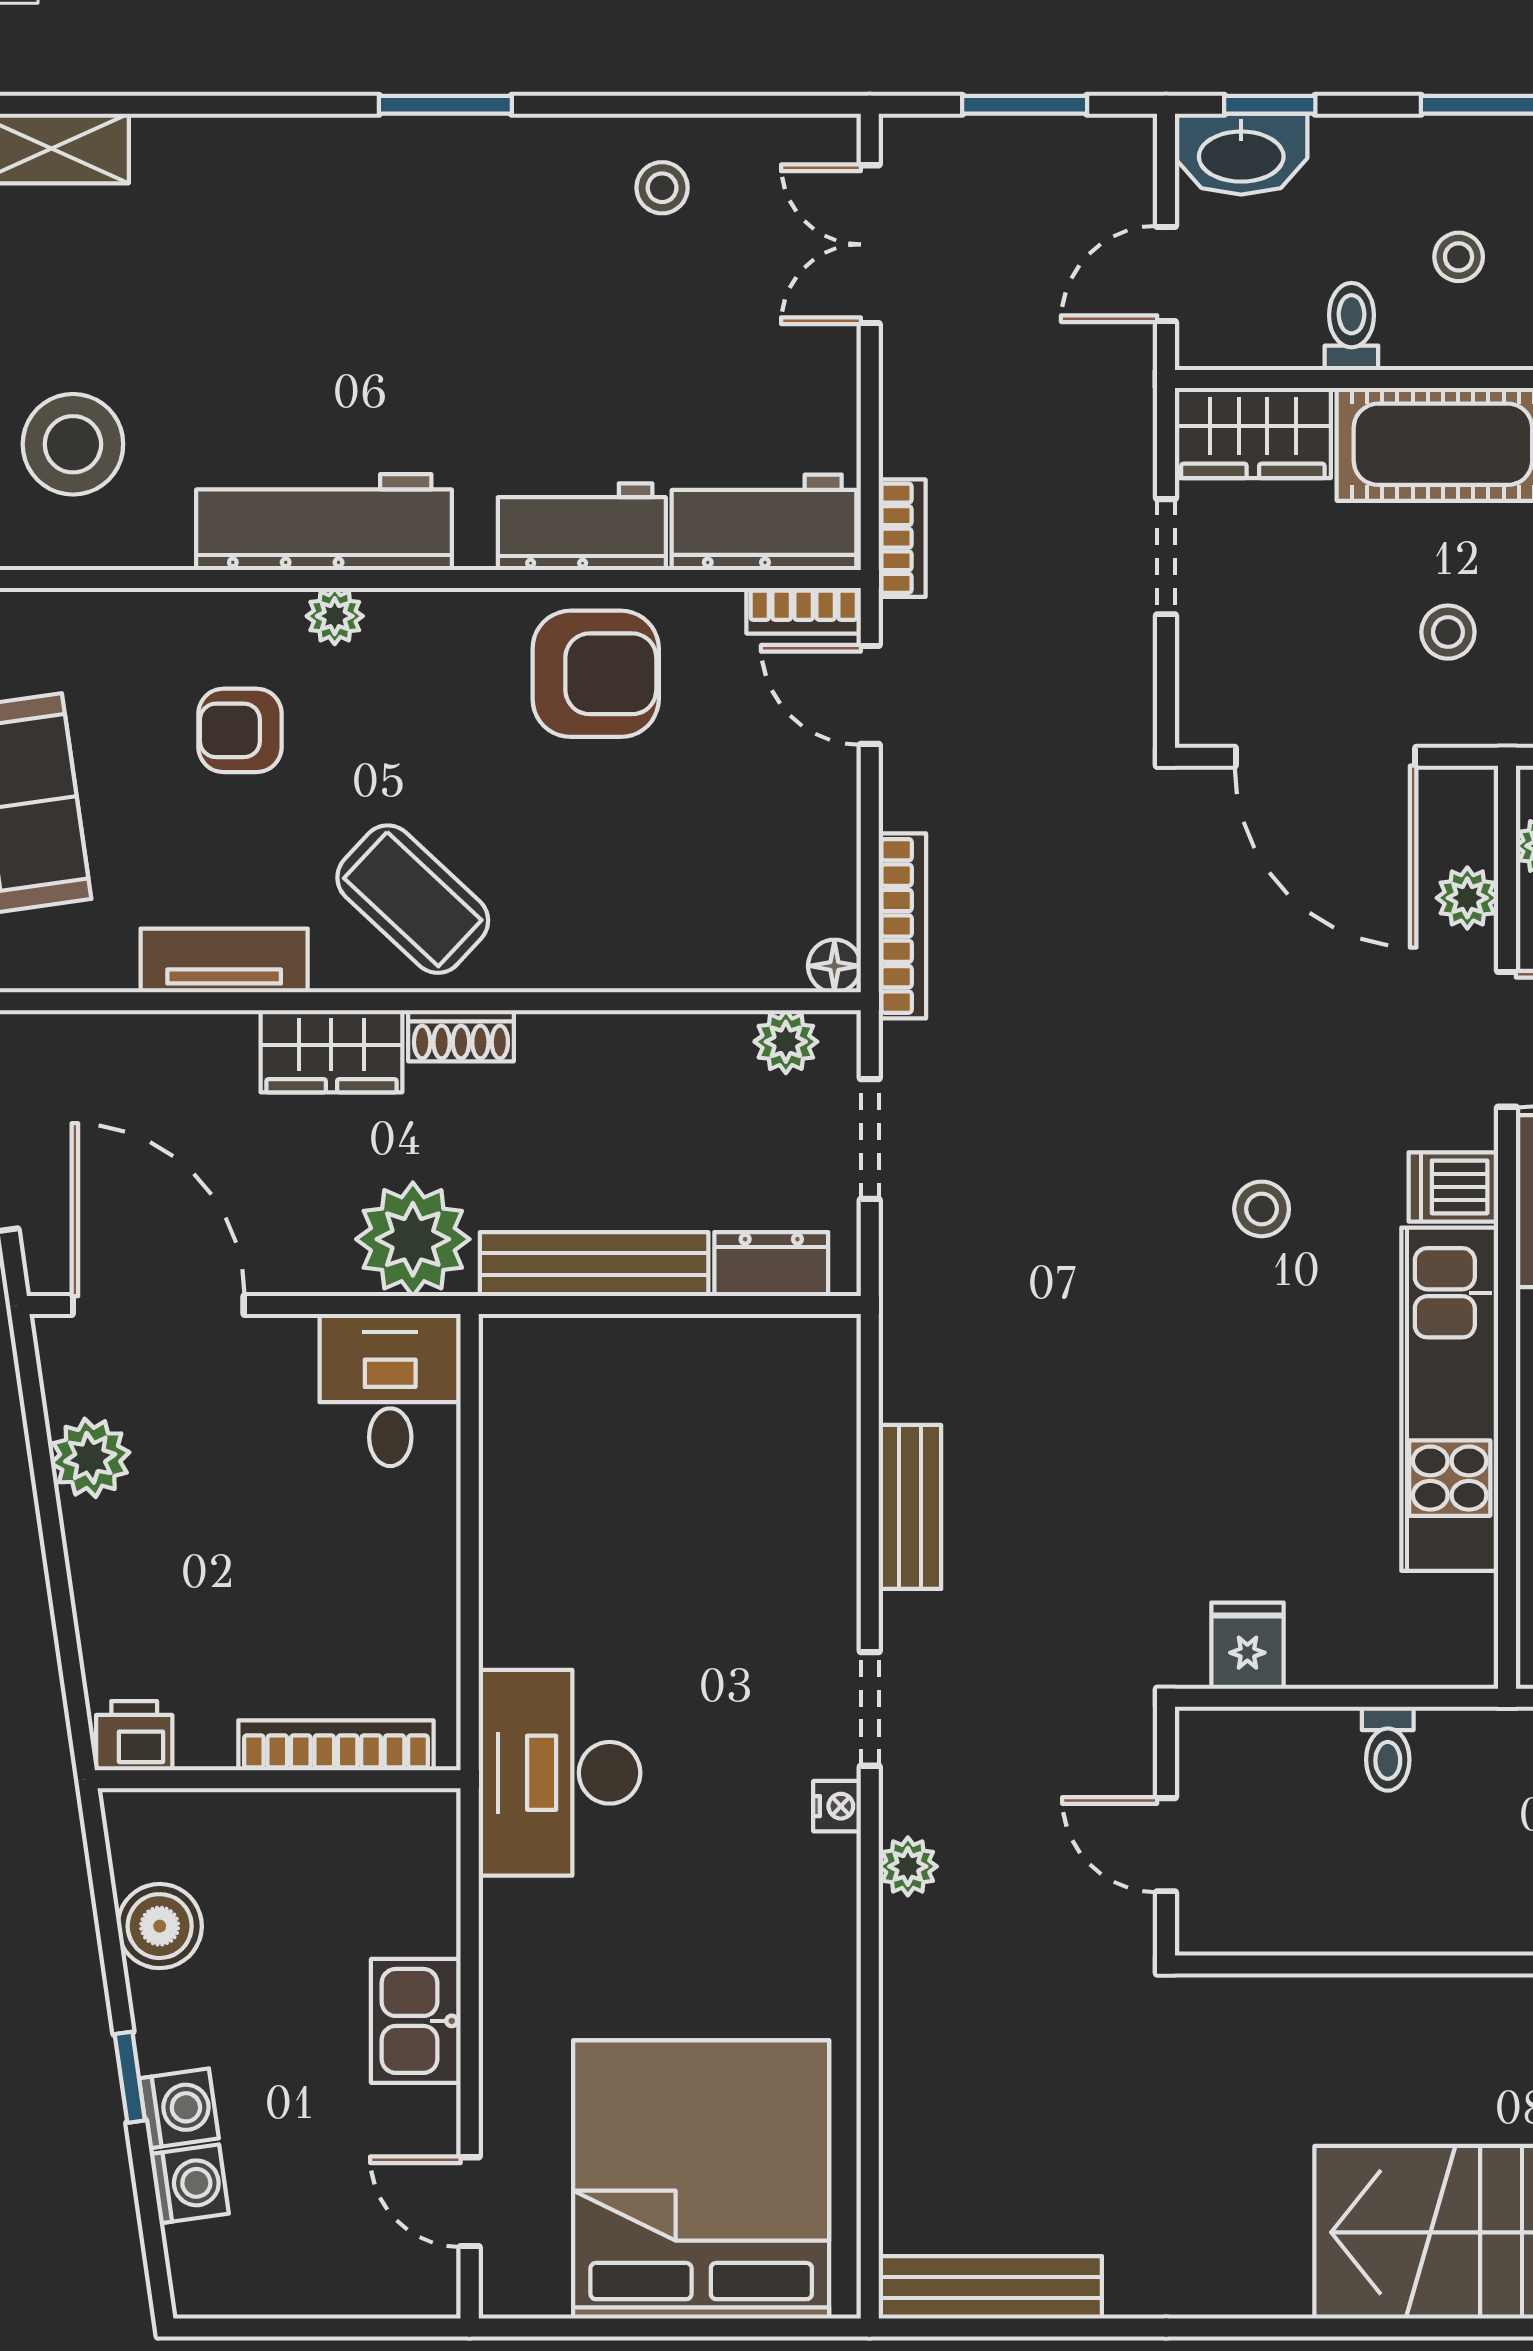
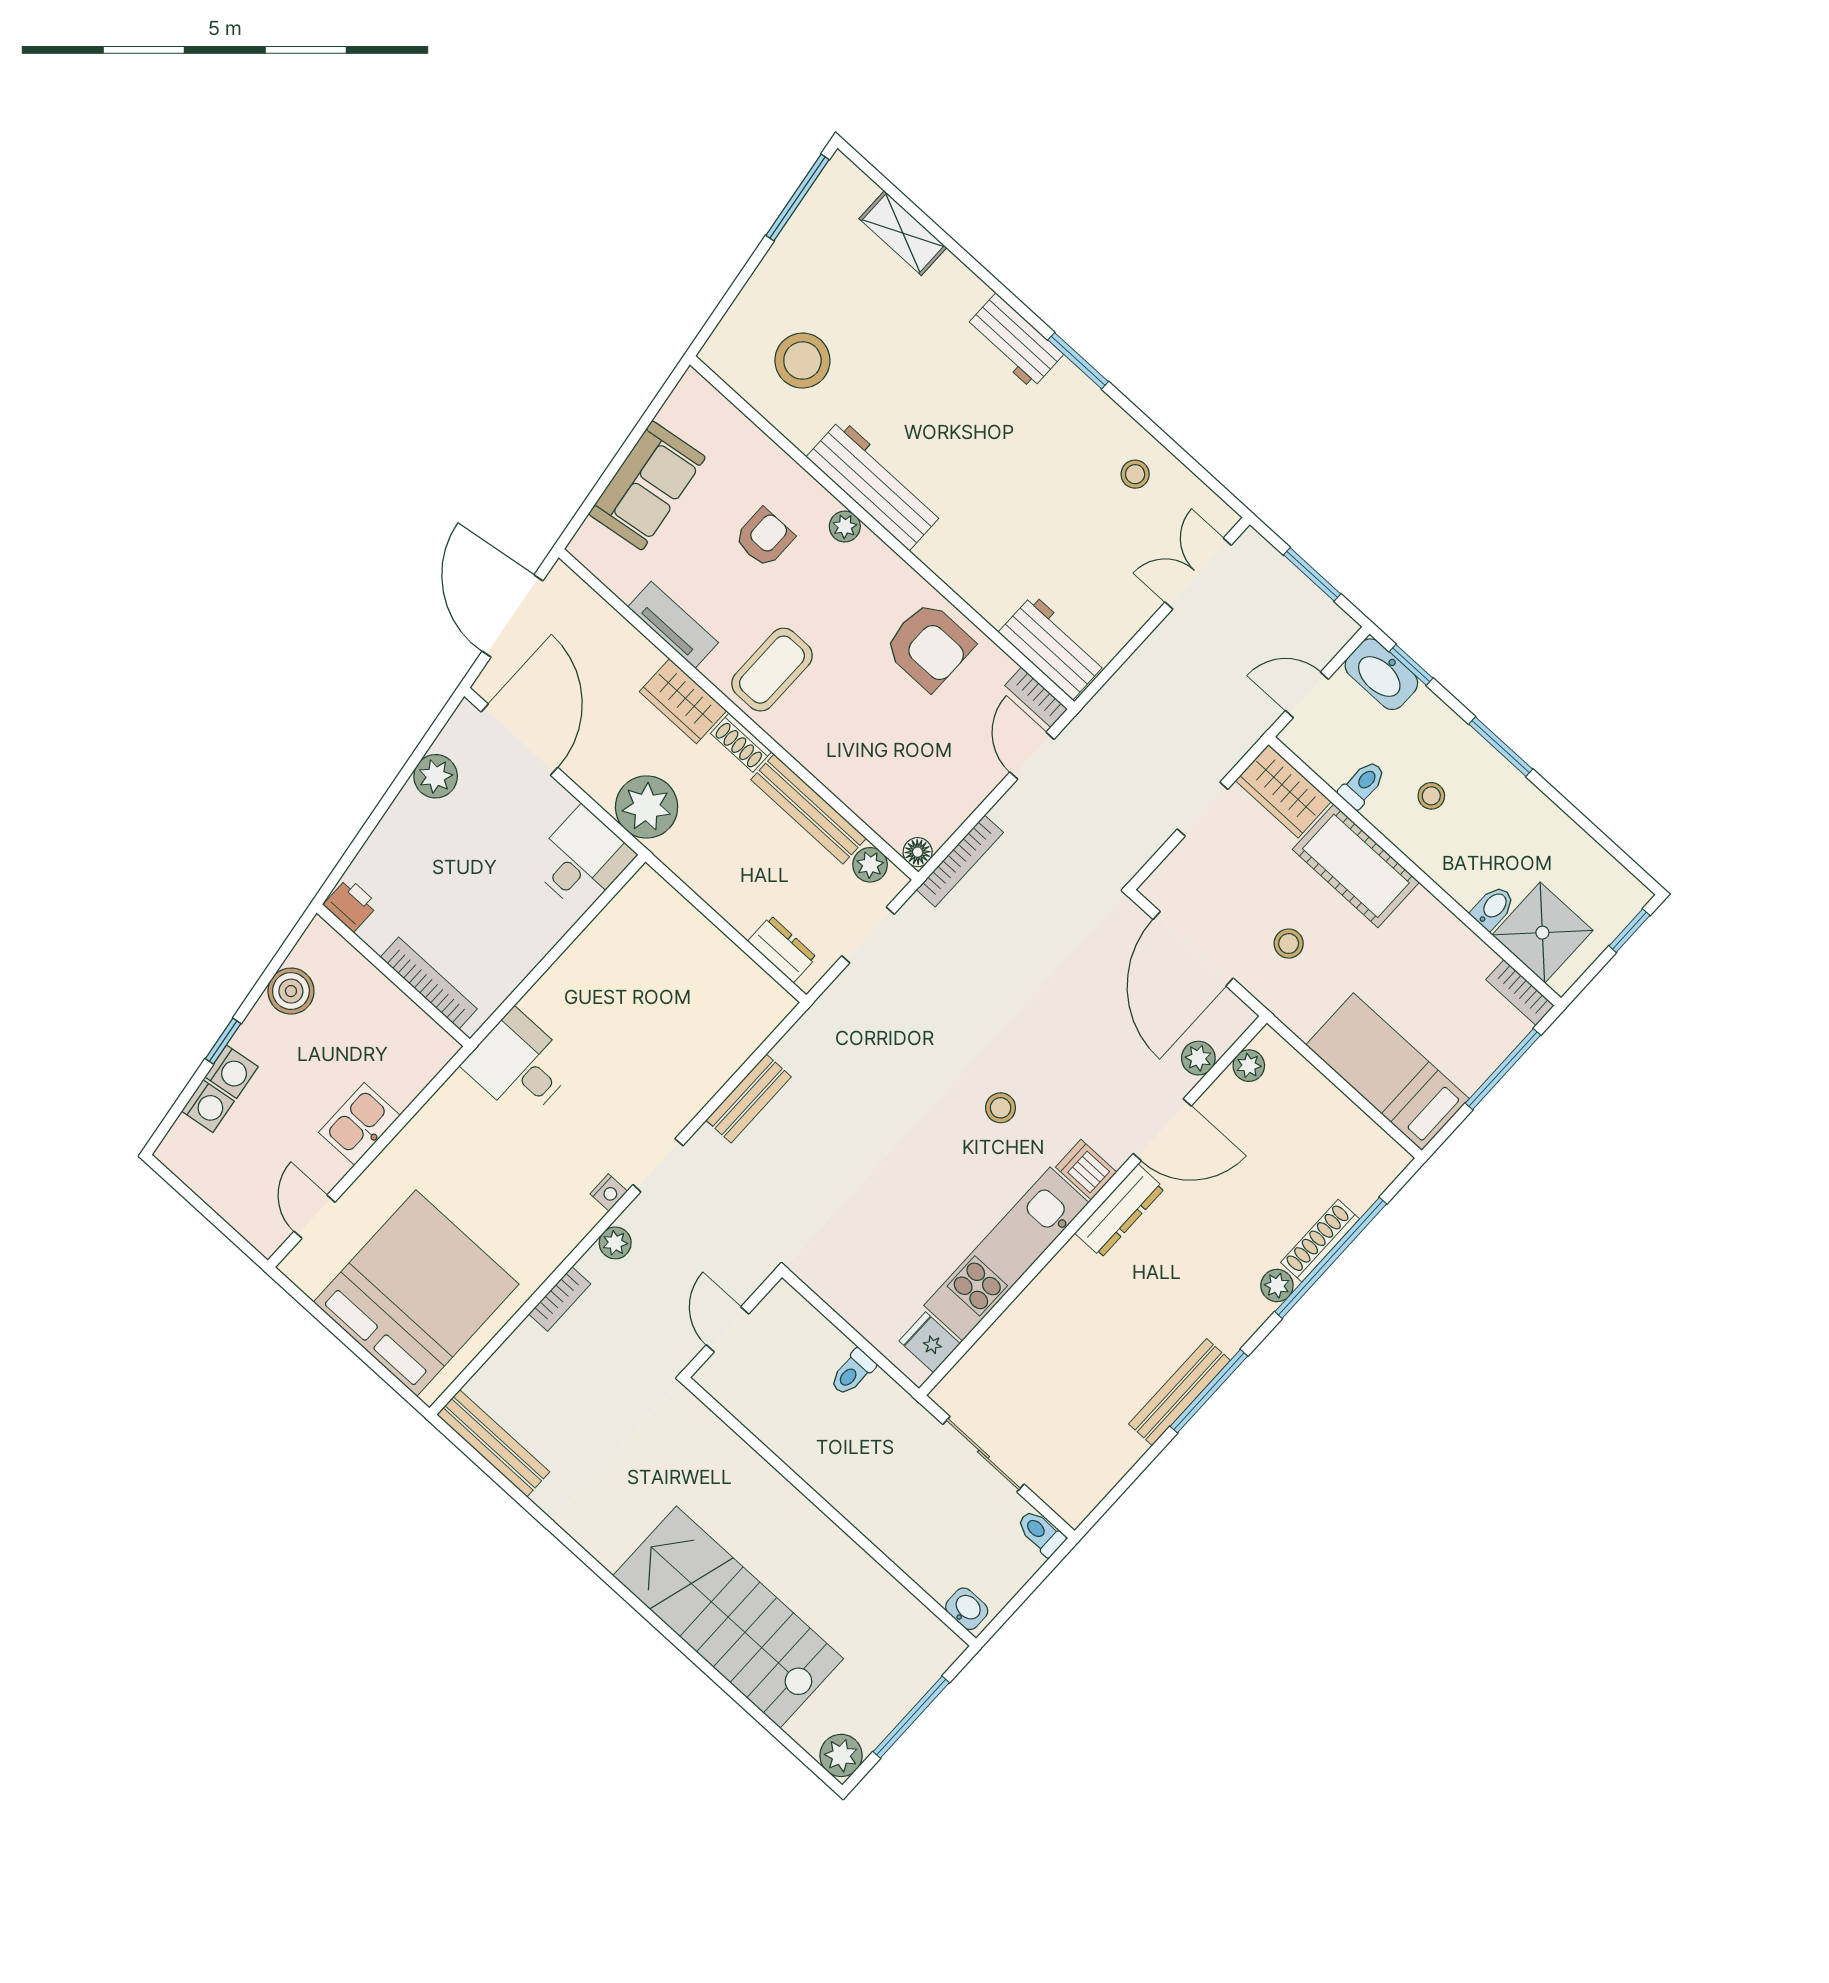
workbench: (582, 527) -> (1014, 341), moved, turned 180
bookcase: (902, 538) -> (560, 1299), moved
armchair: (240, 730) -> (764, 538), turned 90
coffee table: (413, 899) -> (772, 670), turned 47
bench: (594, 1264) -> (809, 809), moved
fridge: (1247, 1646) -> (930, 1342), moved, turned -90
desk: (559, 1773) -> (519, 1065), width x0.73

